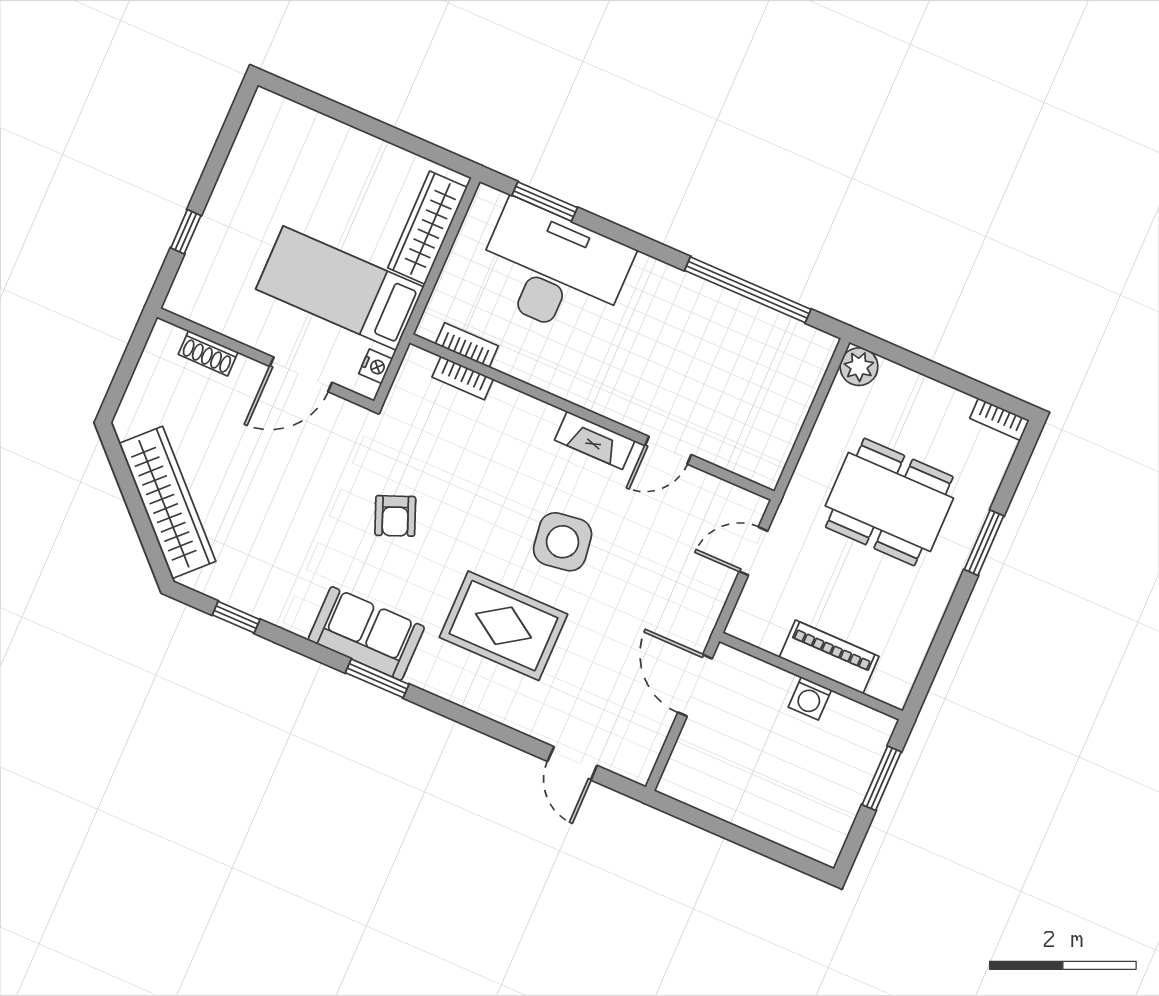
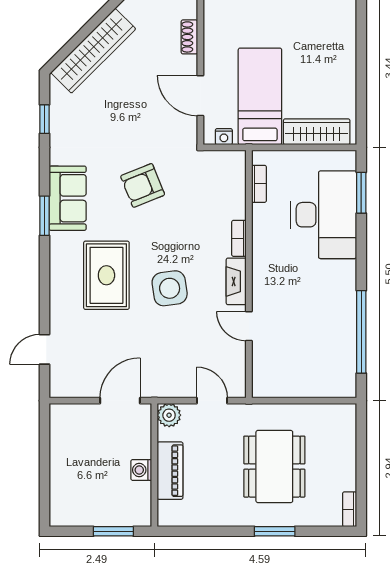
plant: (859, 367) -> (169, 415), moved
bookcase: (463, 378) -> (239, 238), moved
armchair: (395, 516) -> (143, 185), width x1.38, depth x1.38

